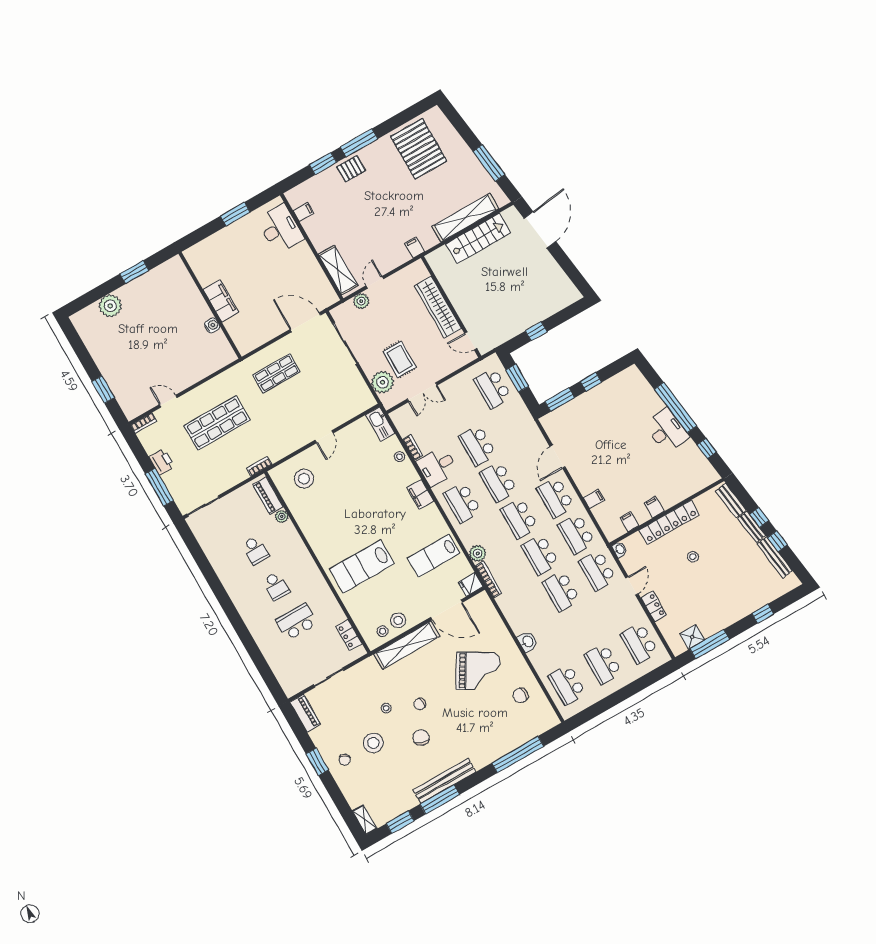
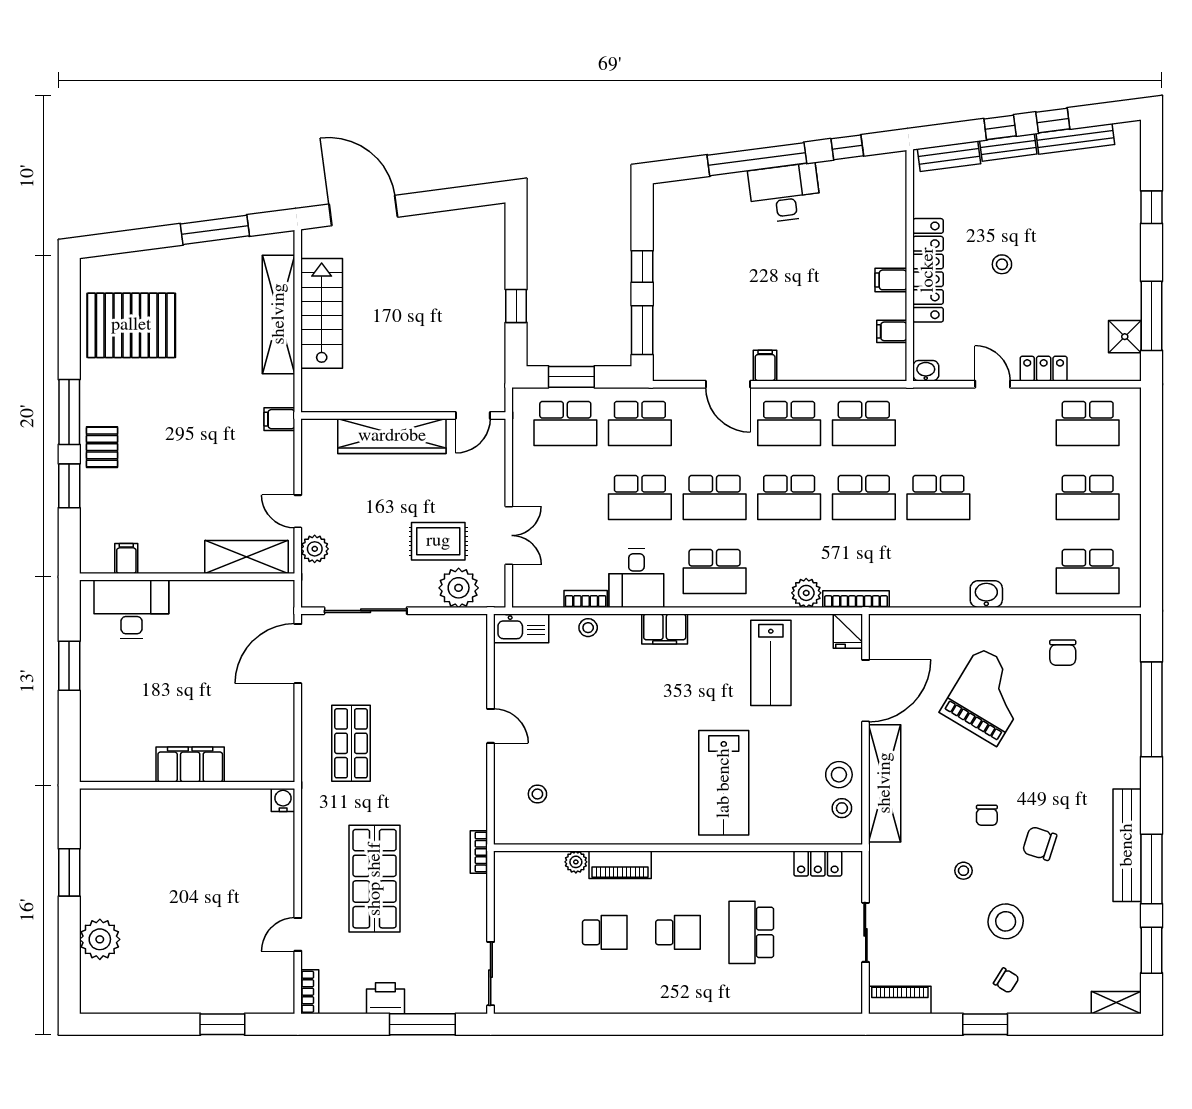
water cooler: (212, 325) -> (283, 800), moved
stool: (304, 479) -> (537, 794), width x0.53, depth x0.53
piano: (268, 496) -> (620, 865), moved
filing cabinet: (594, 499) -> (765, 366), moved
school desk: (597, 570) -> (640, 423), moved

